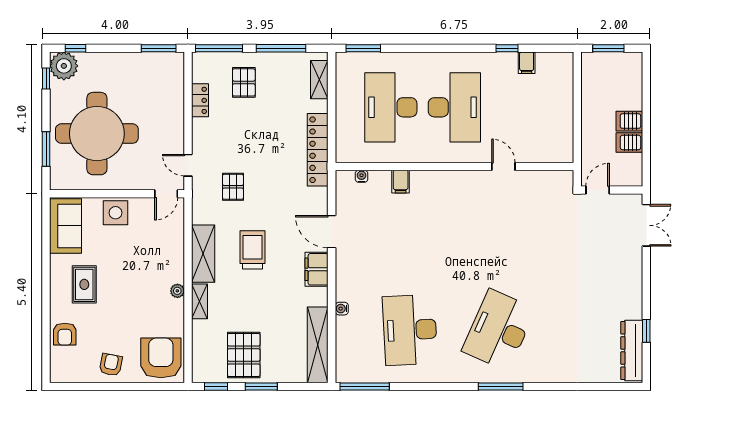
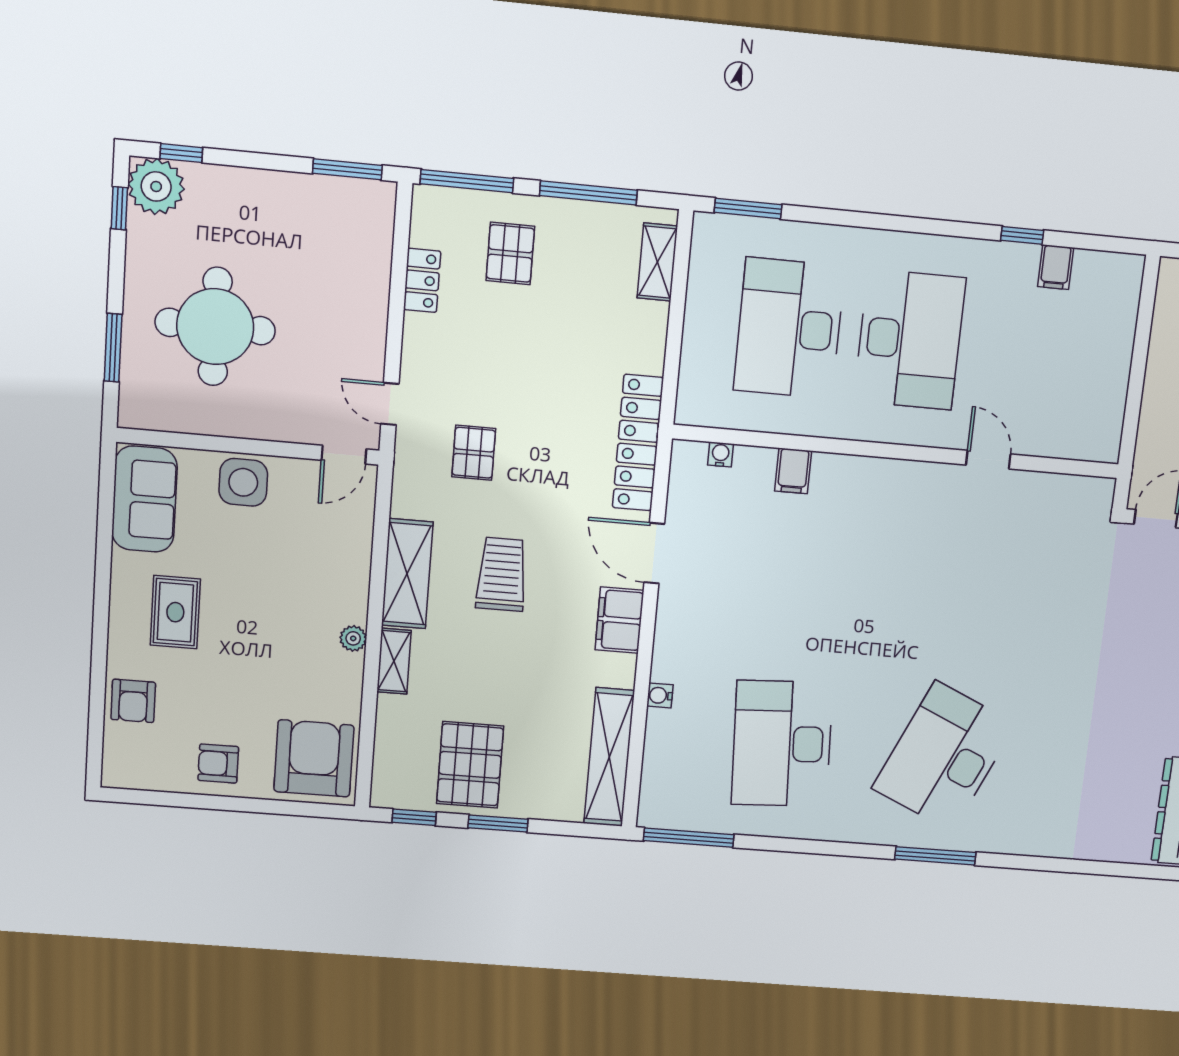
round table: (97, 134) -> (215, 327), width x0.73, depth x0.73
locker: (318, 150) -> (638, 443), moved
armchair: (111, 365) -> (218, 764), turned -101

